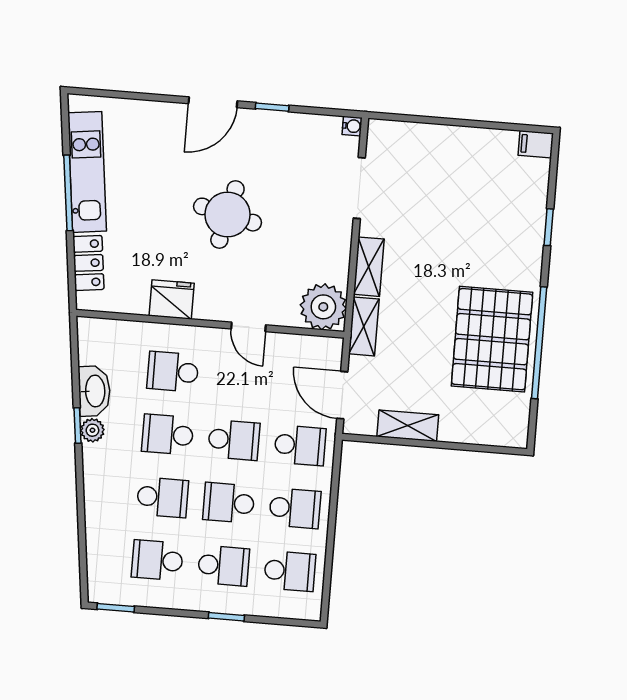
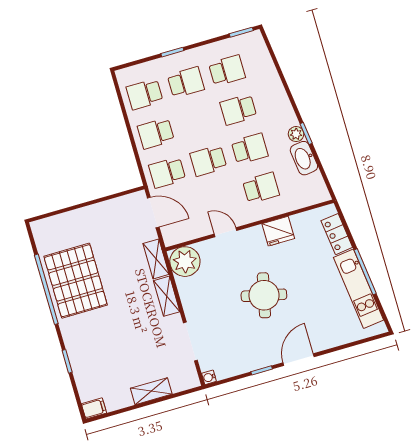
shelving: (408, 426) -> (151, 391), moved
school desk: (229, 503) -> (197, 121), removed
school desk: (224, 566) -> (186, 82), turned 180

